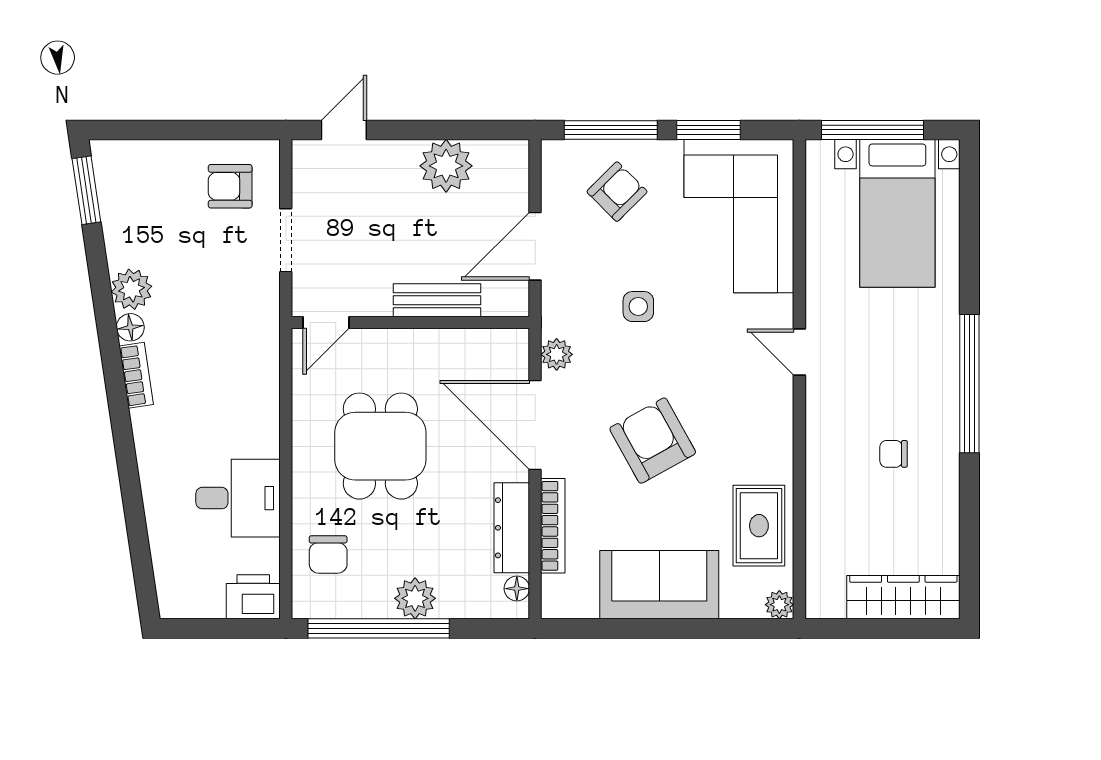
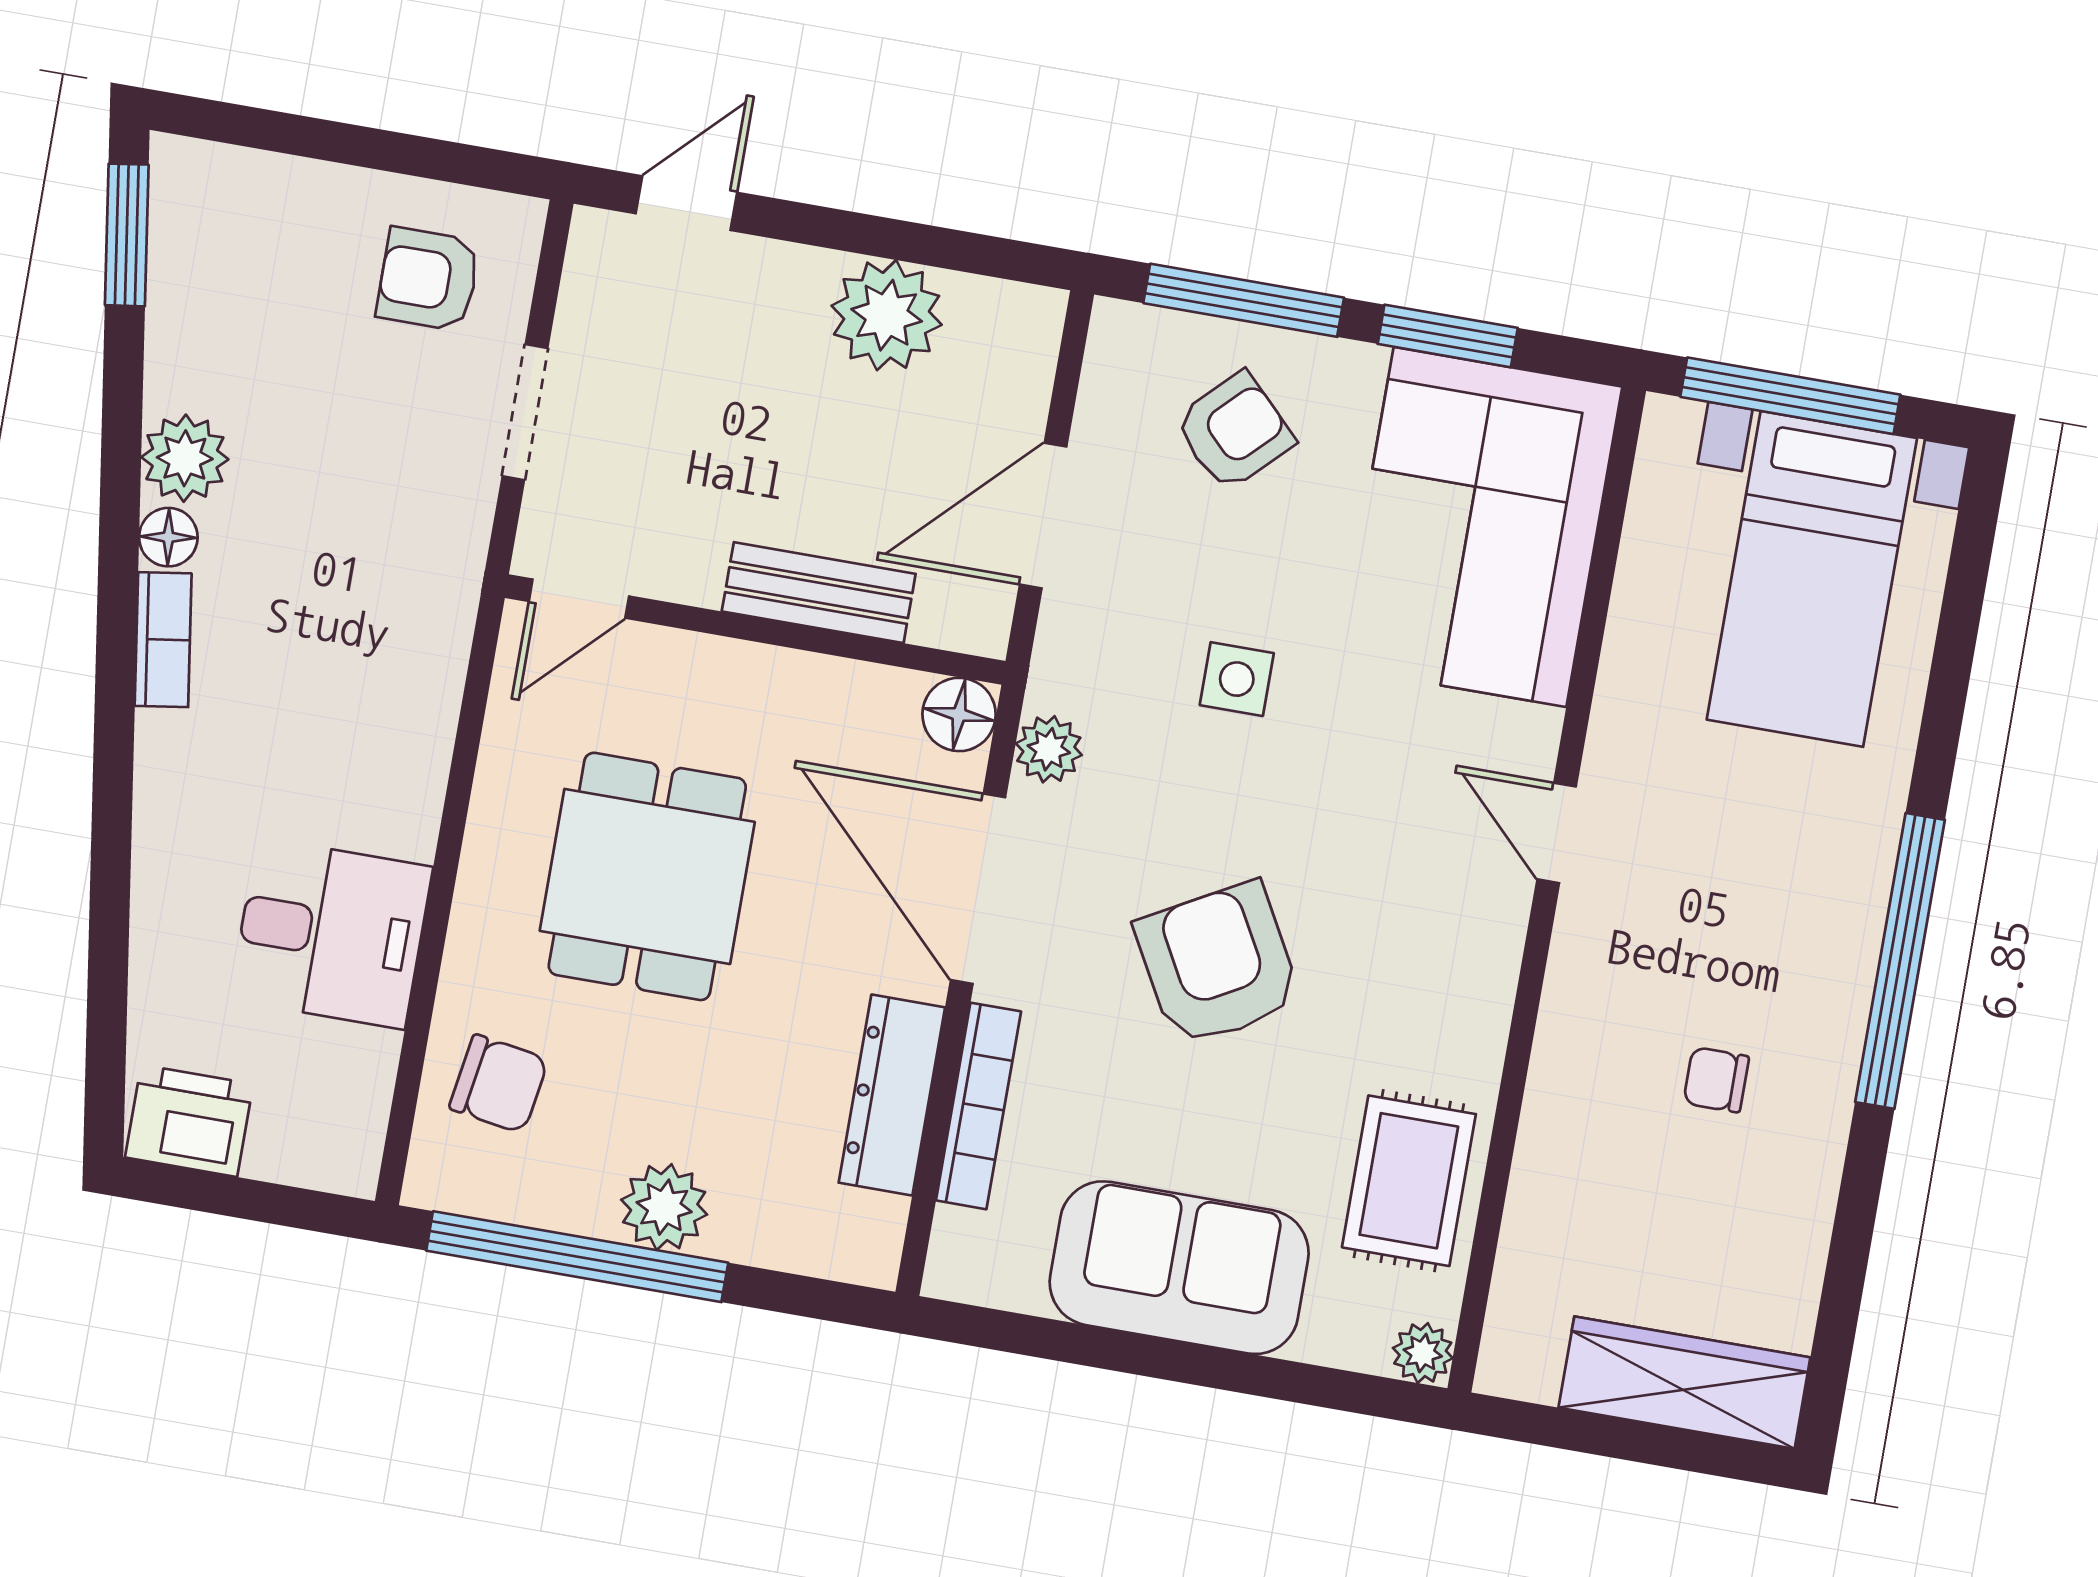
chair: (328, 554) -> (499, 1084), turned -81
floor lamp: (517, 589) -> (959, 714), moved, width x1.37, depth x1.37
printer: (253, 597) -> (189, 1121), moved

